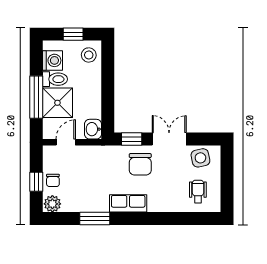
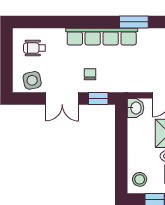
chair: (140, 164) -> (90, 74), width x0.54, depth x0.54
wheelchair: (198, 191) -> (34, 48), turned 90
row of seats: (128, 203) -> (102, 37), width x2.02

